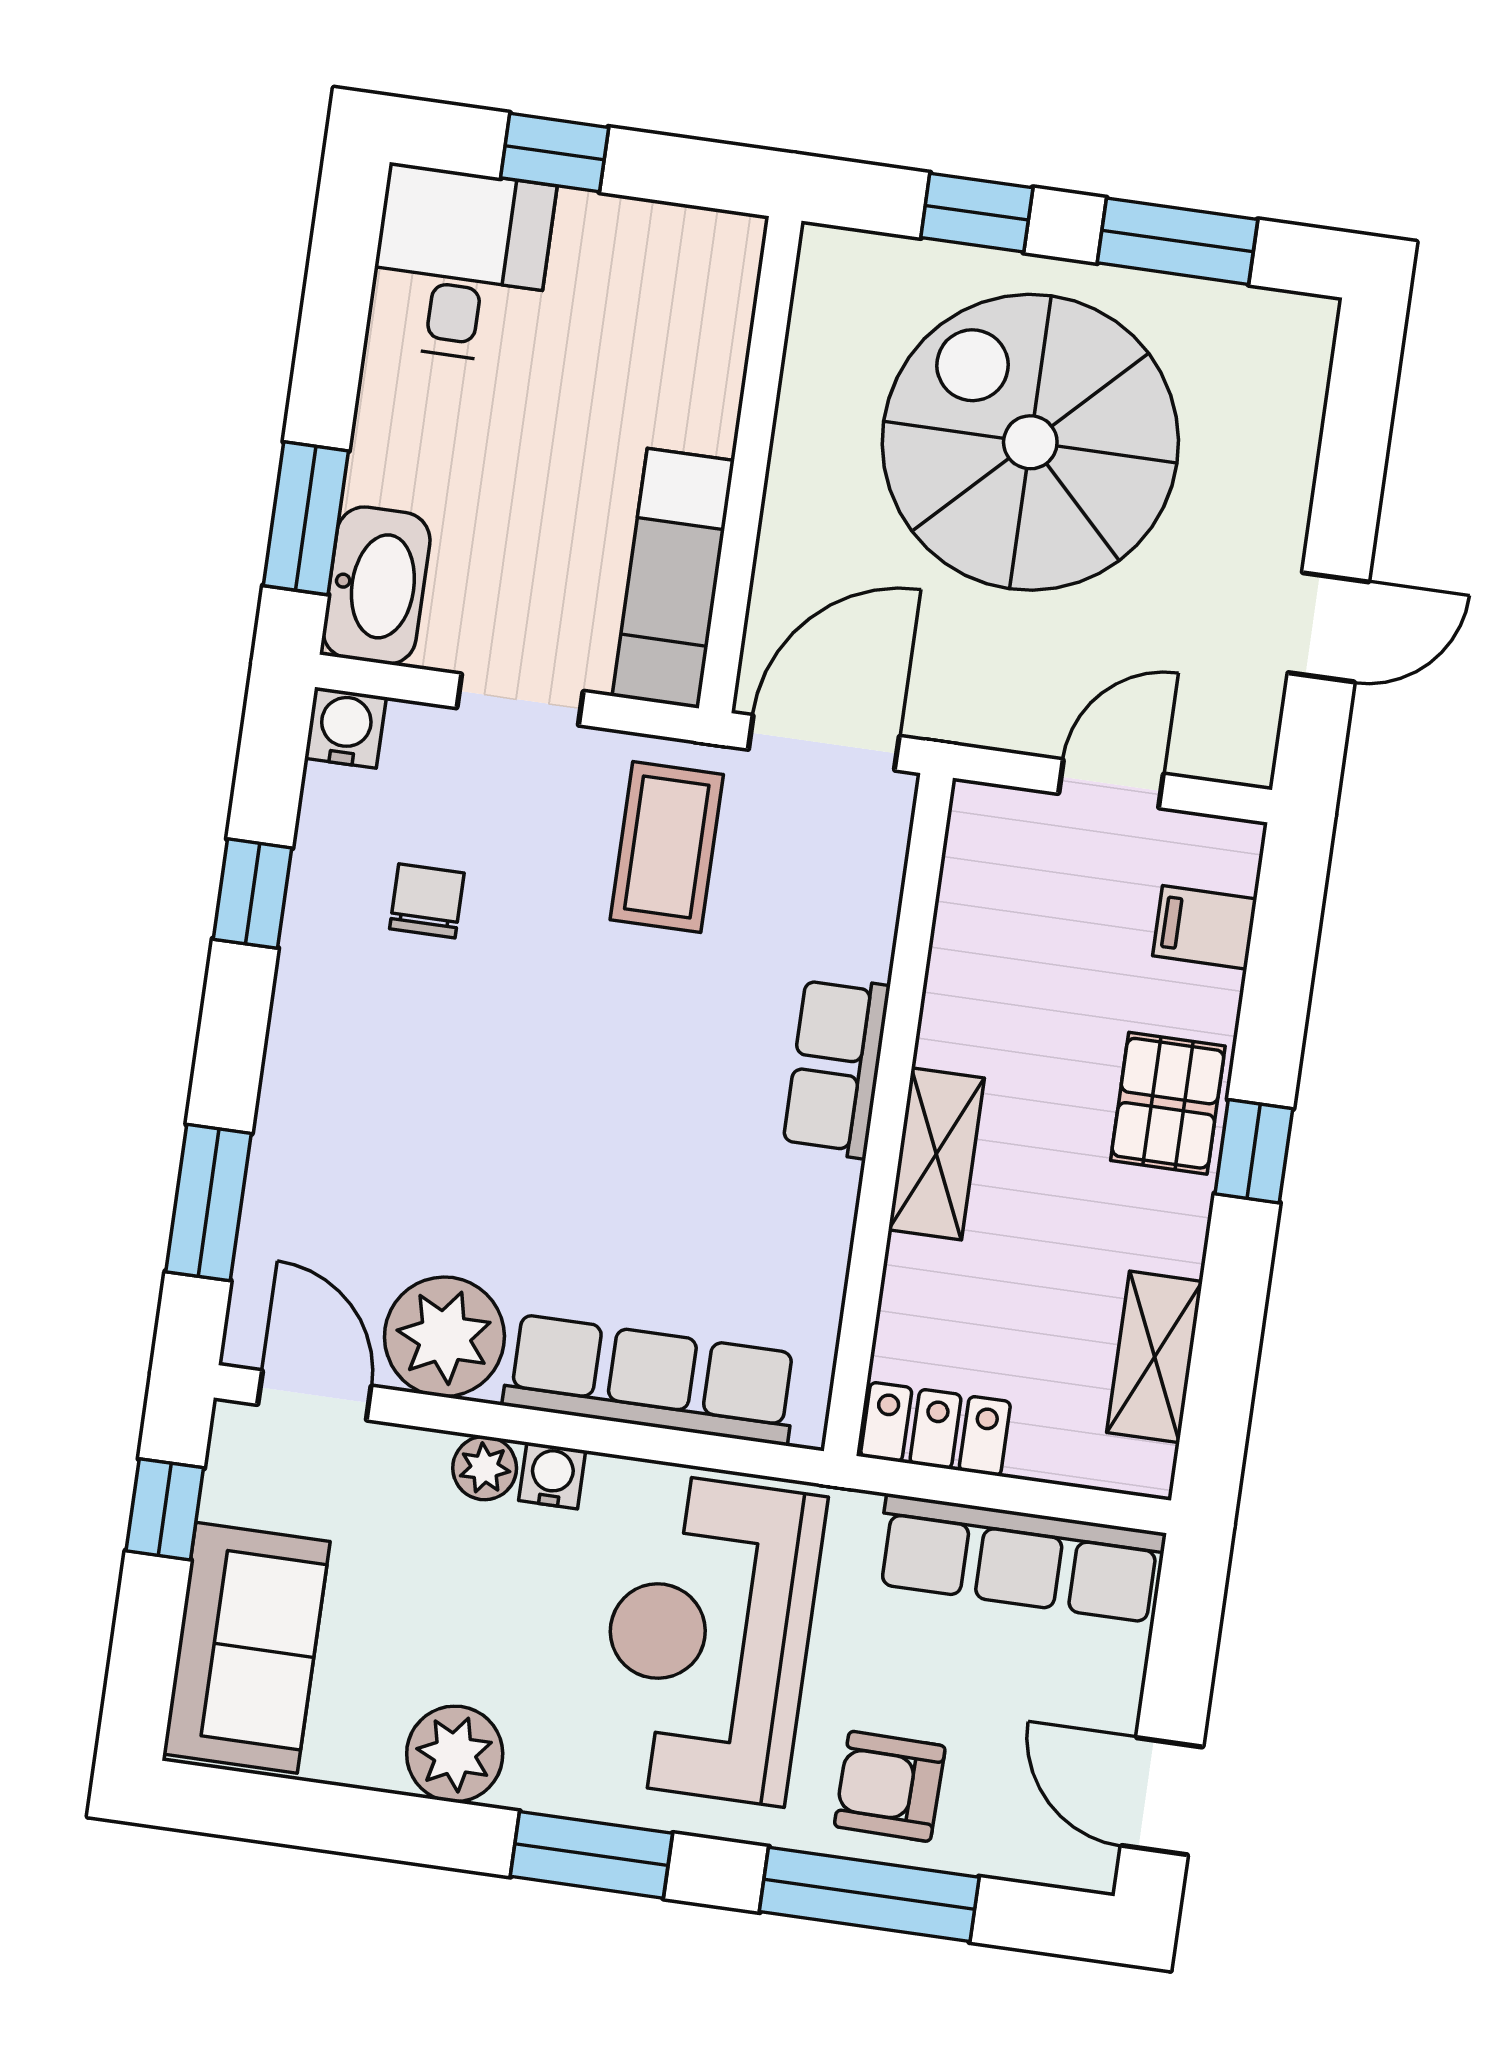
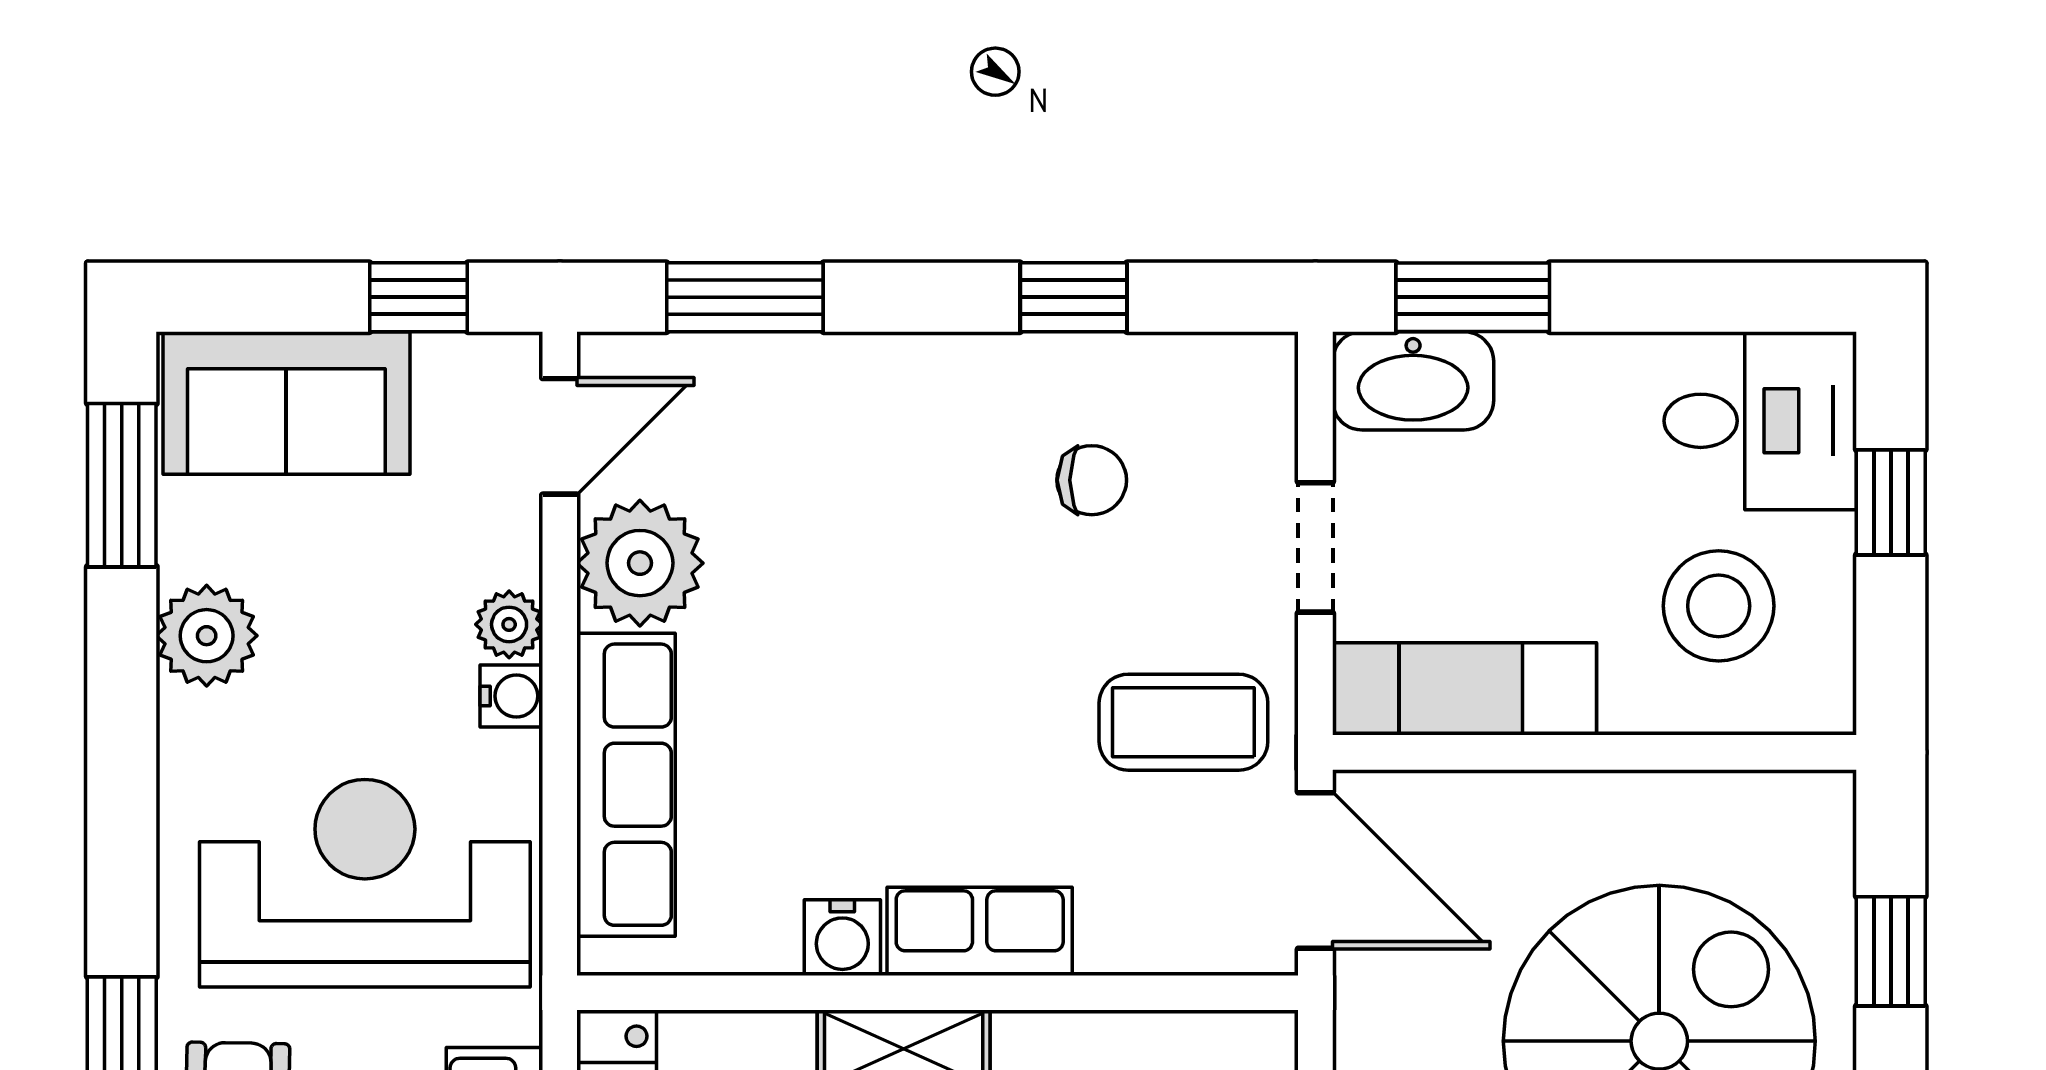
stool: (629, 328) -> (1719, 606), added
water cooler: (345, 728) -> (842, 938), moved, turned 90
window: (591, 1855) -> (122, 485), moved

